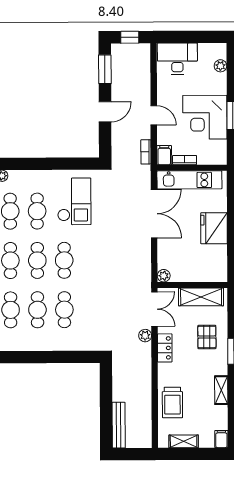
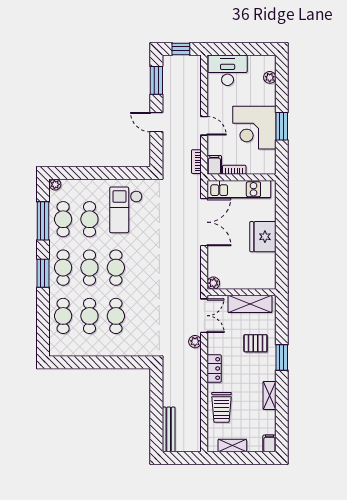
door: (105, 112) -> (156, 122), swing flipped
checkout: (74, 201) -> (126, 210), turned 180
pallet: (207, 337) -> (256, 343), turned 90
locker: (165, 348) -> (214, 368), moved

